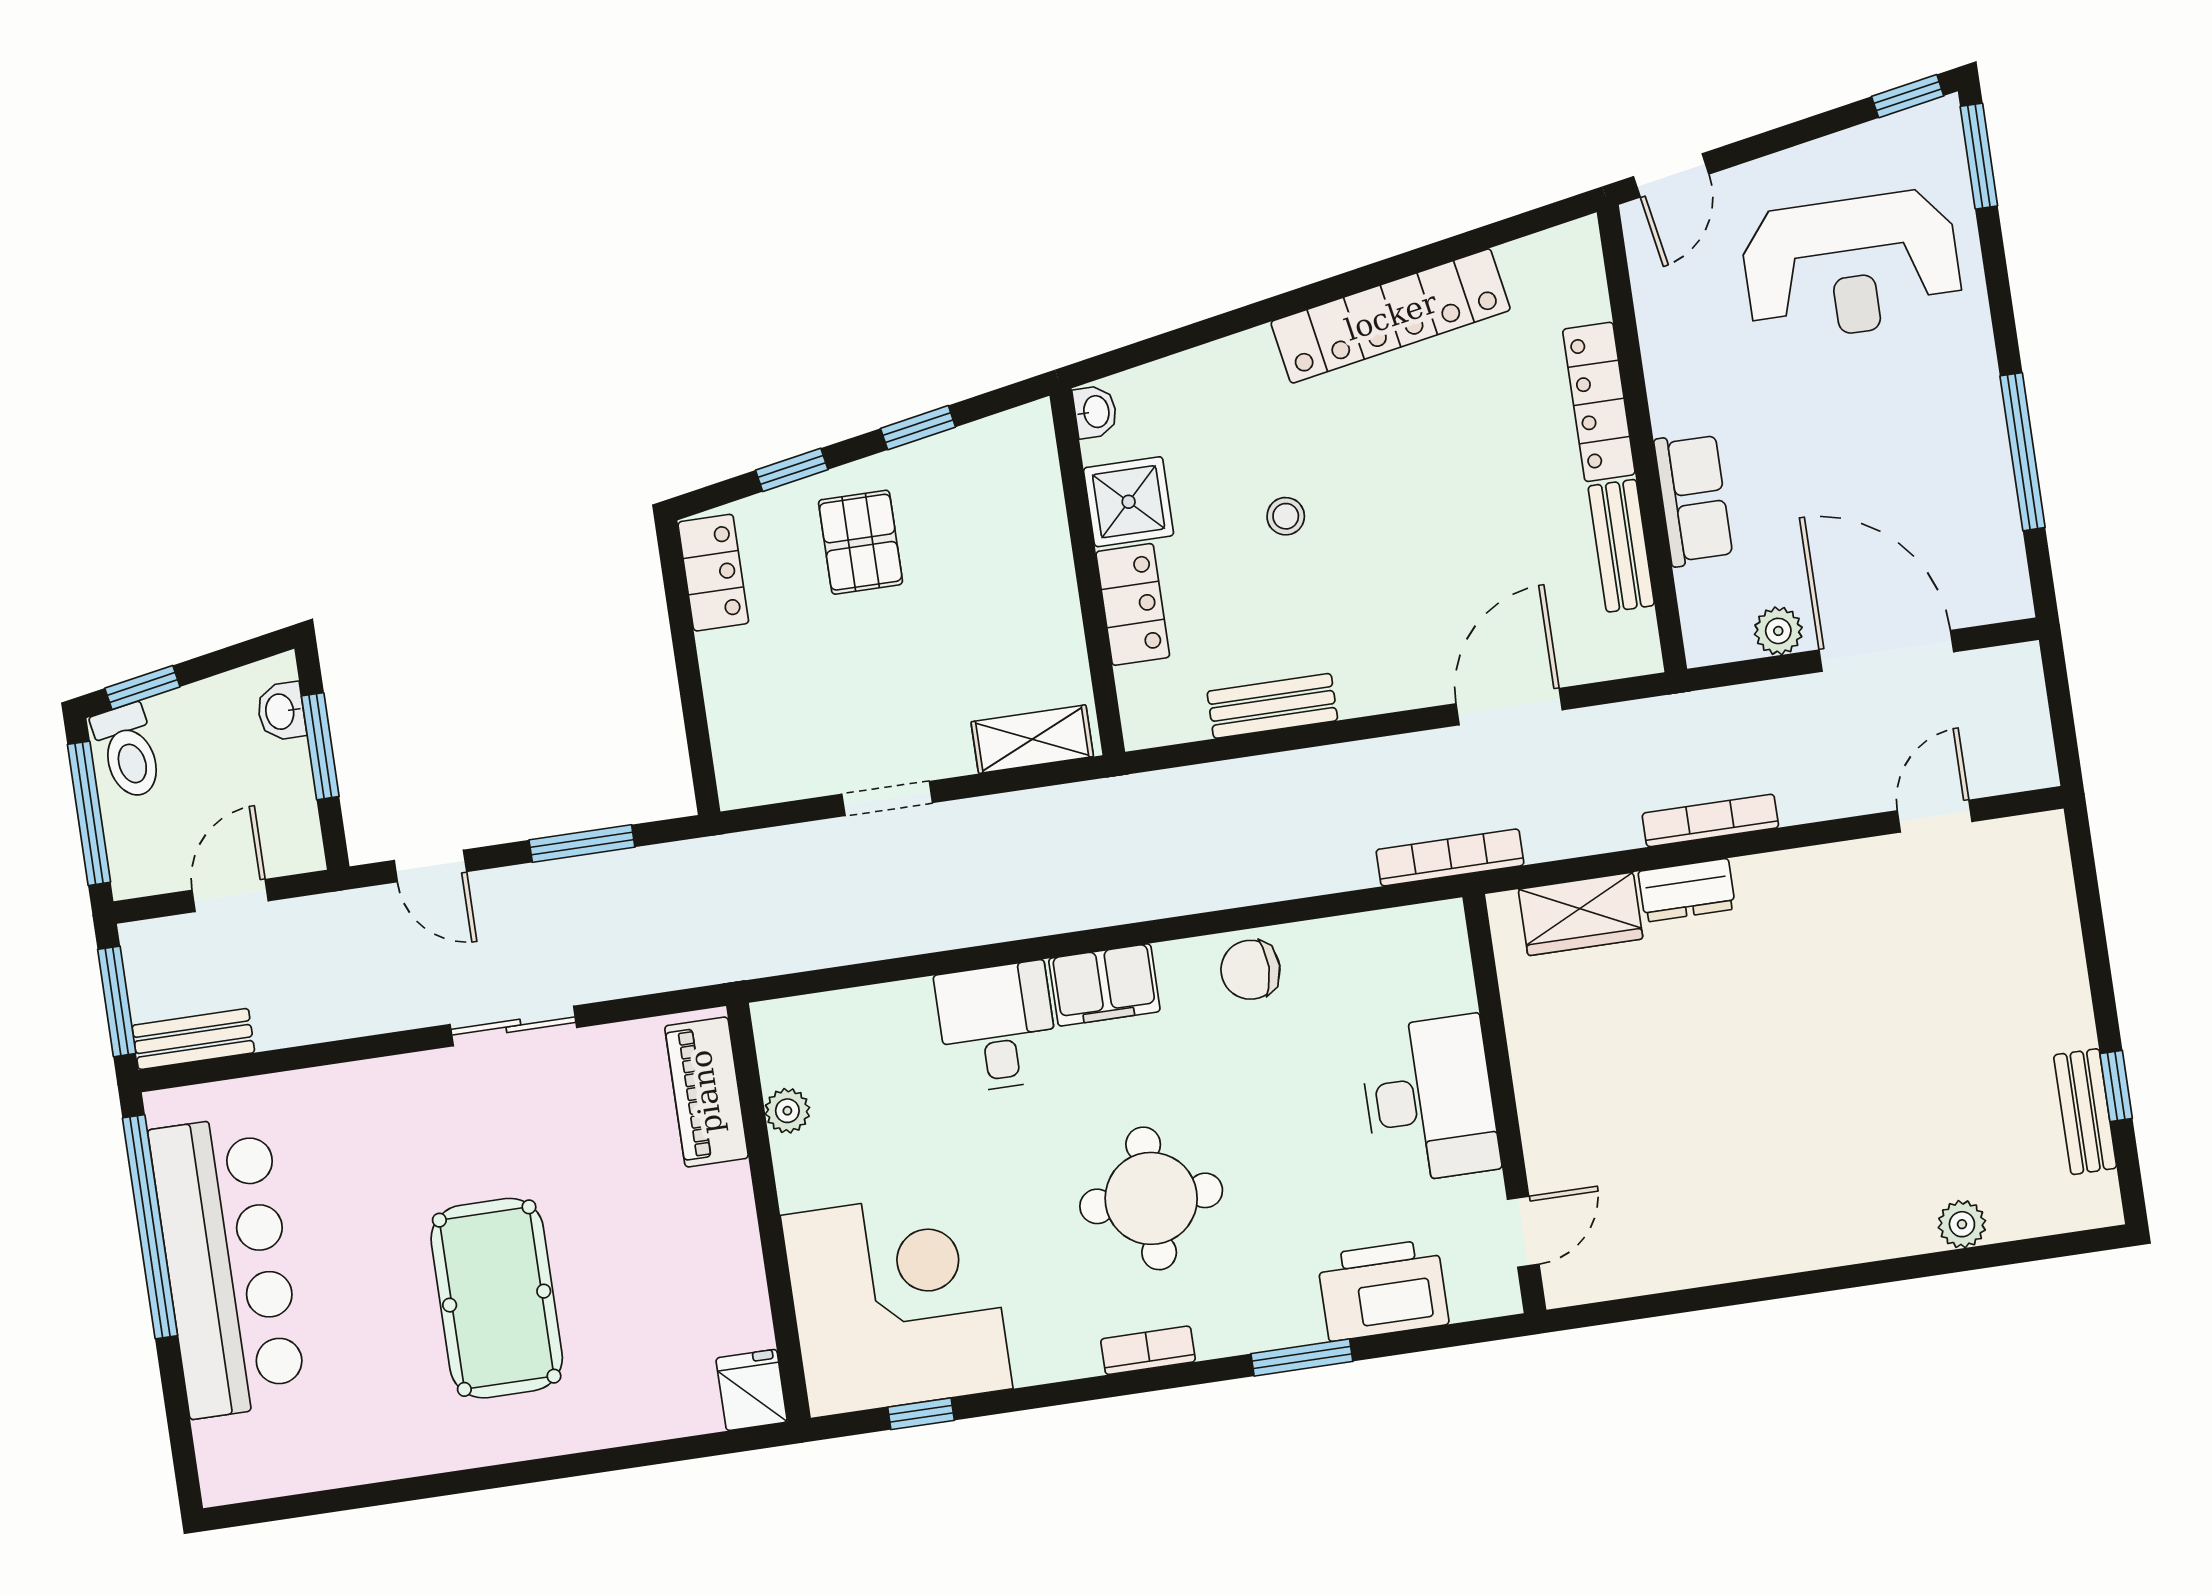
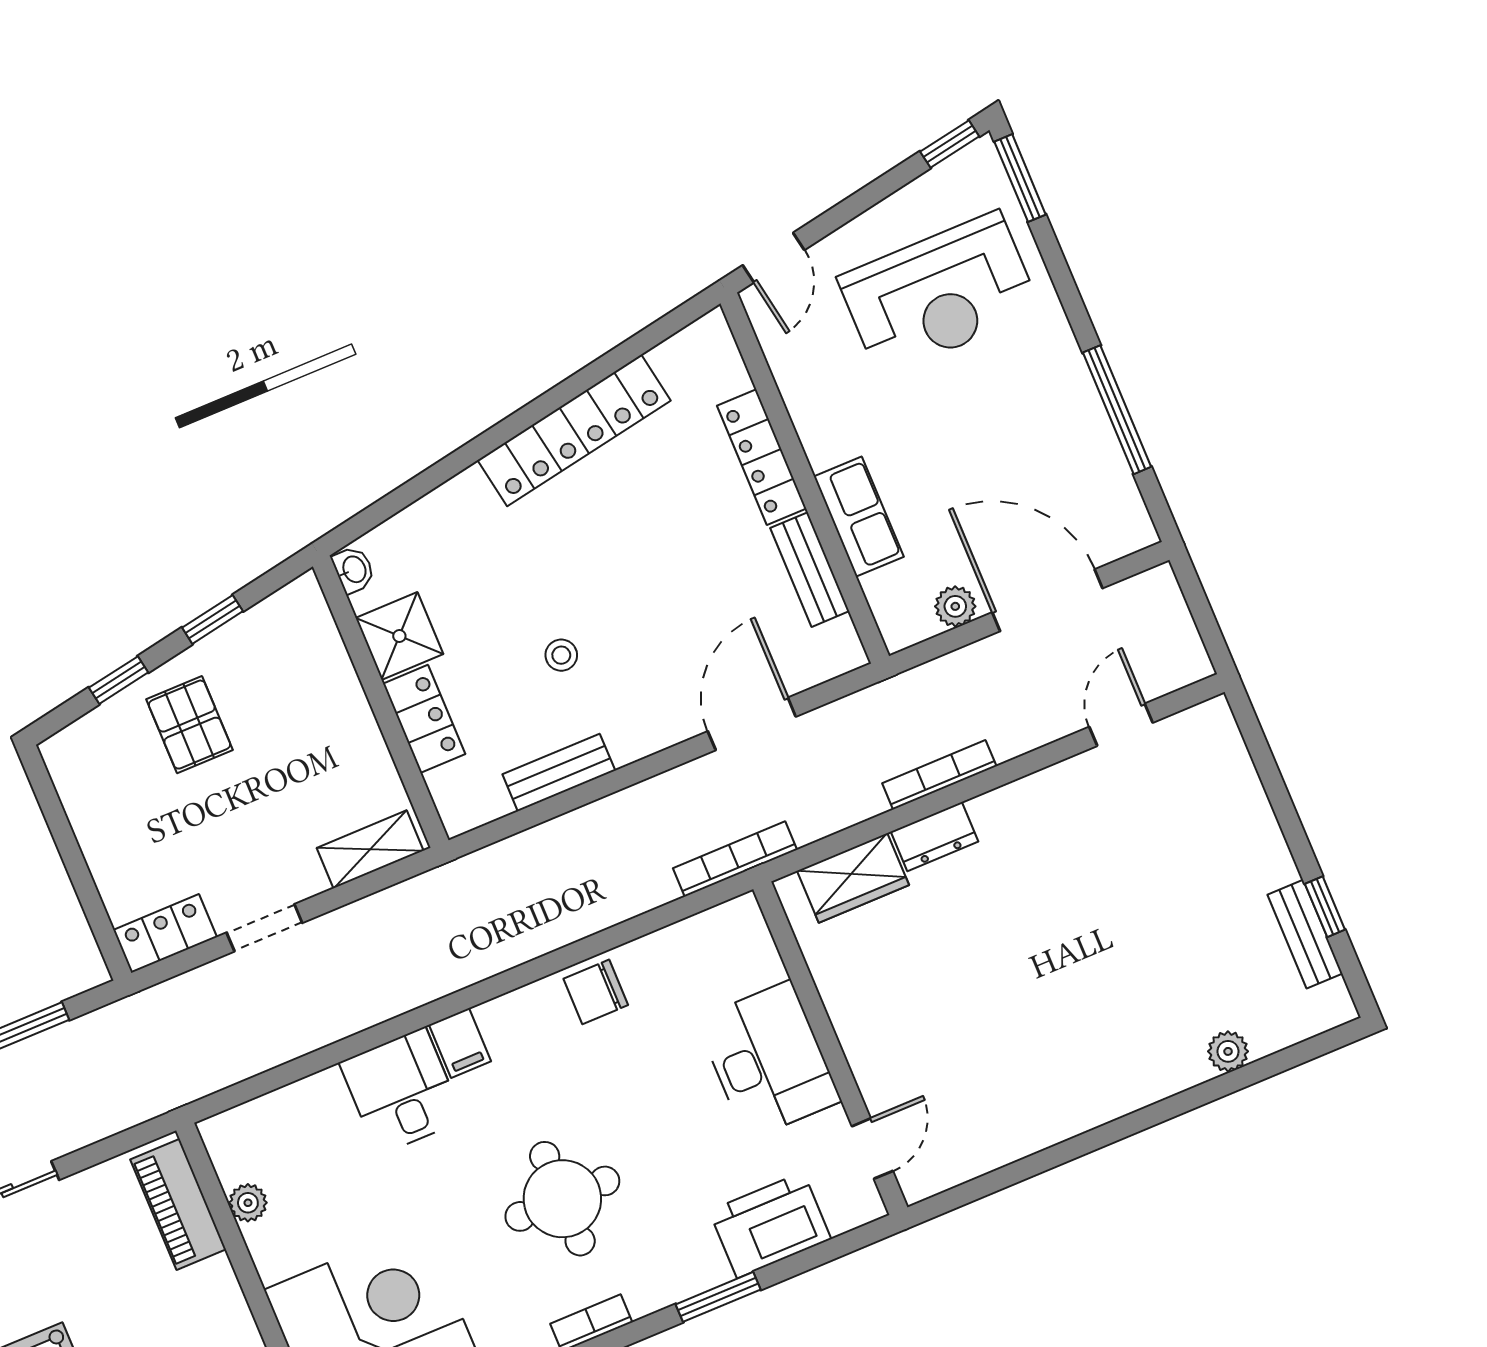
stool: (1286, 516) -> (561, 655), moved
locker: (713, 573) -> (165, 934), moved, turned -90
filing cabinet: (1104, 985) -> (460, 1043), width x0.50

